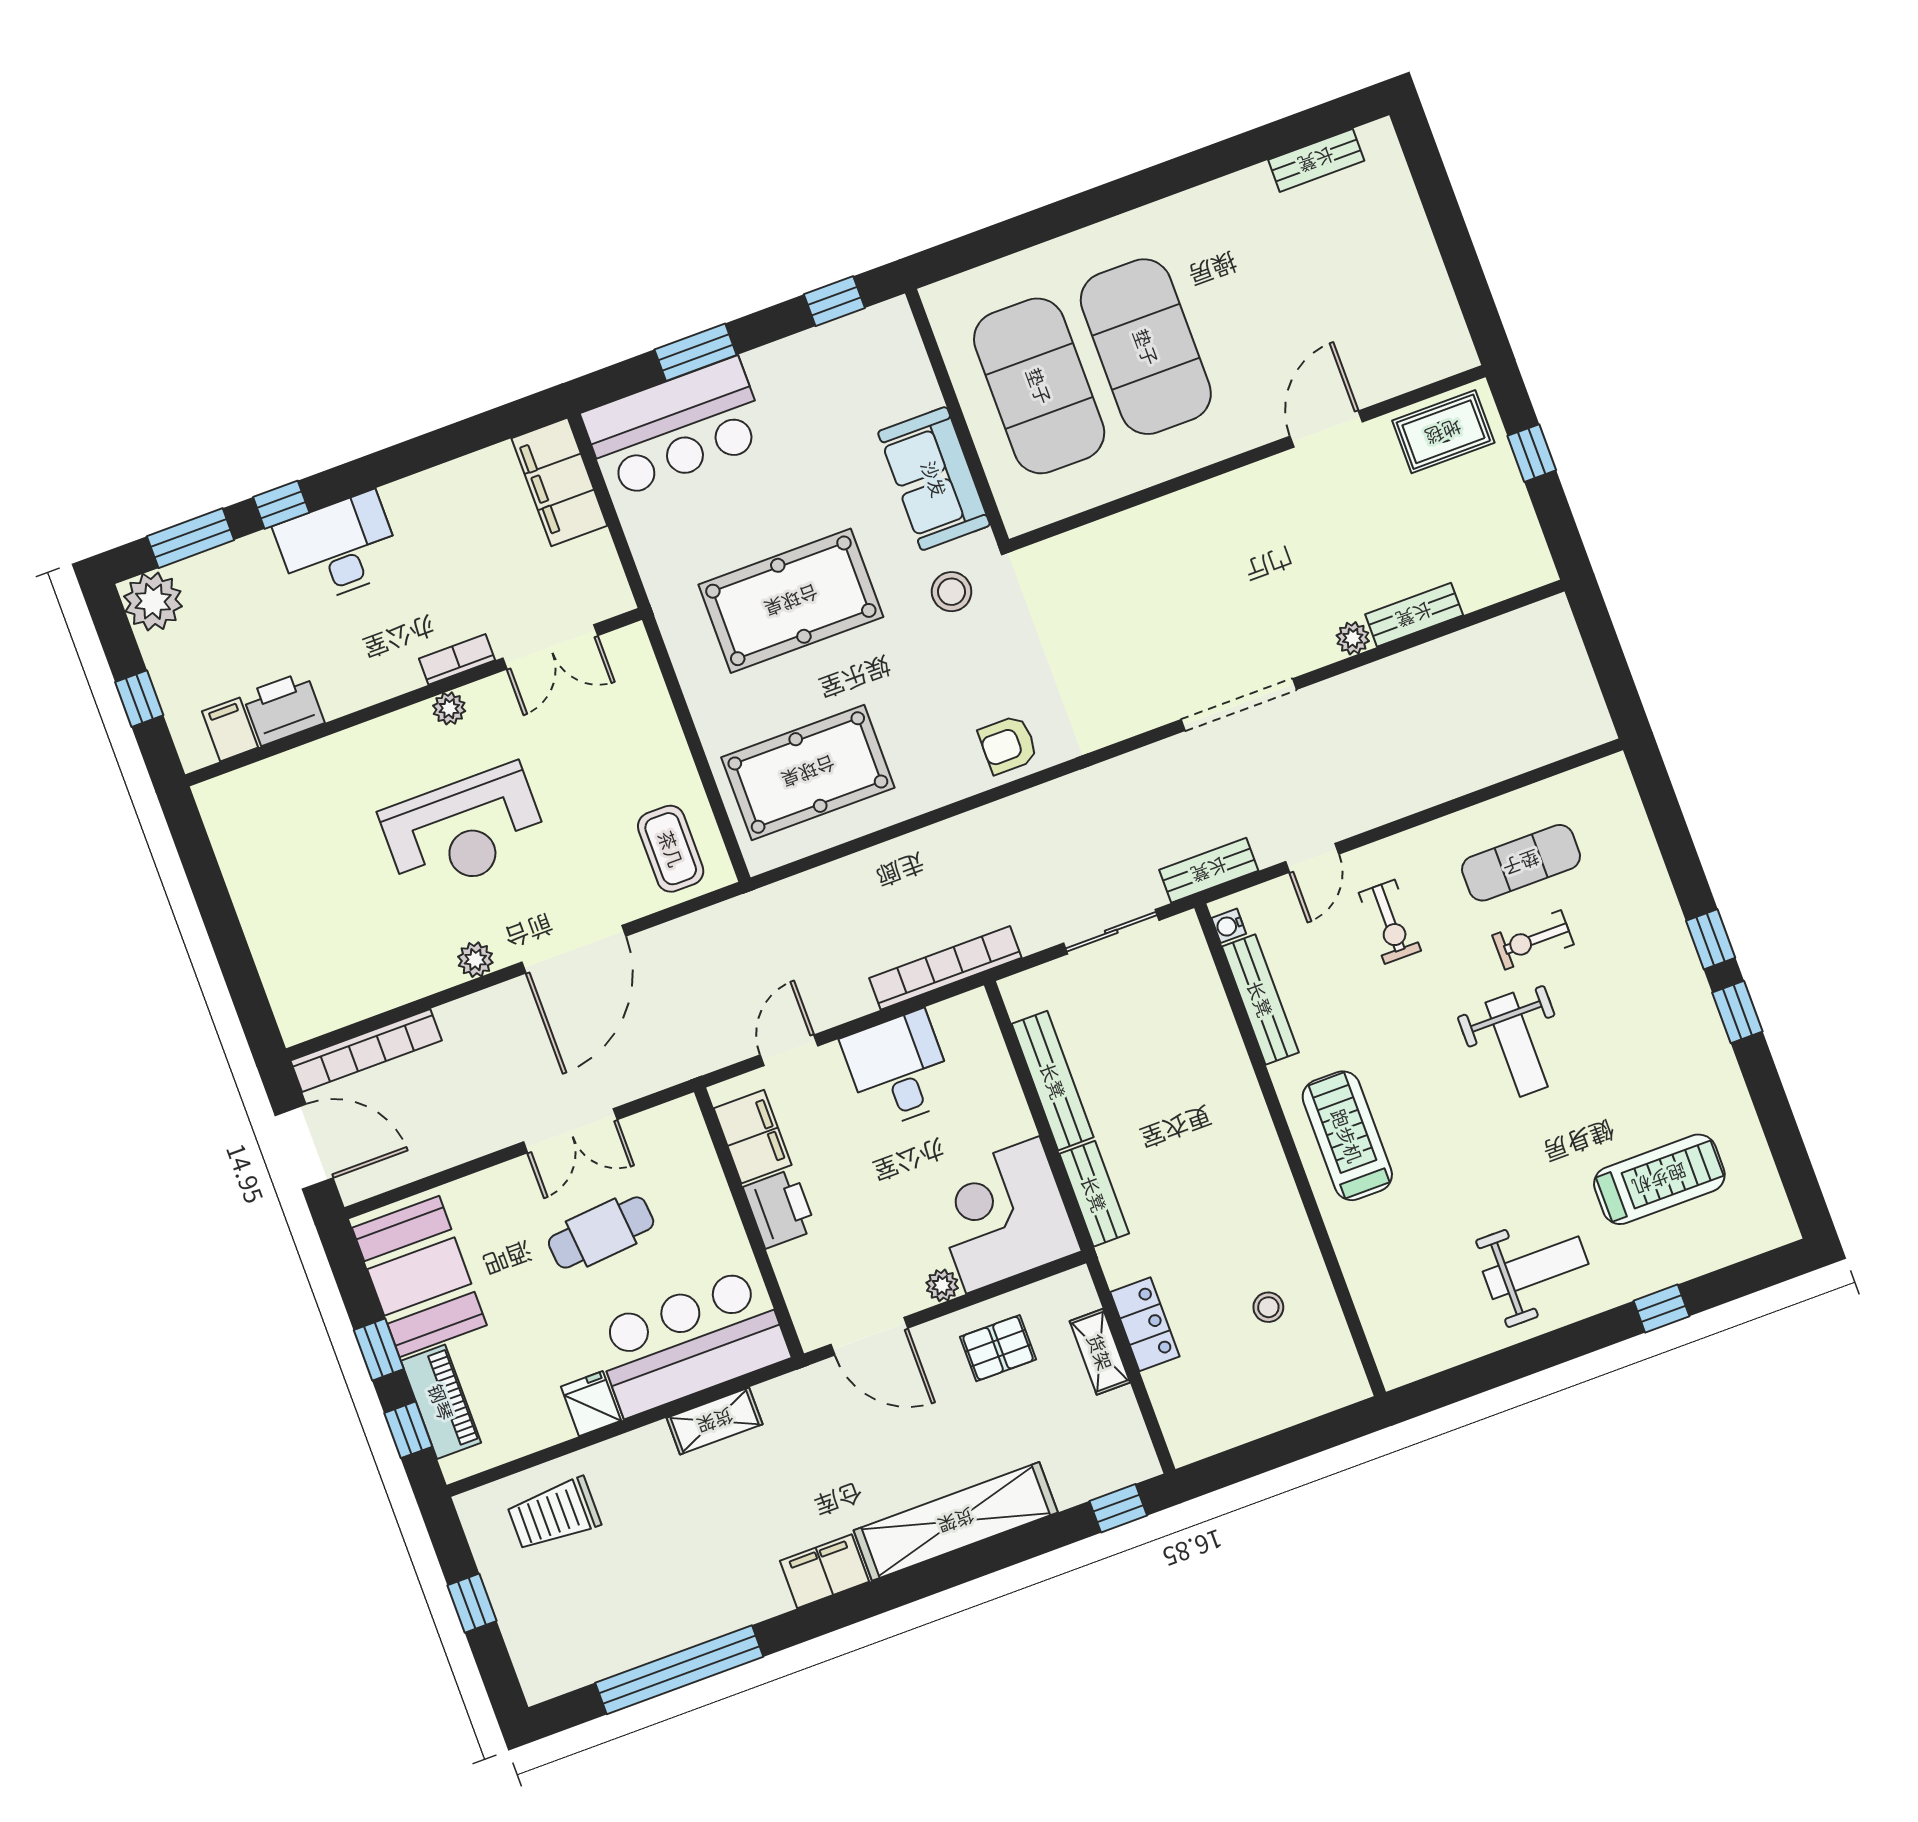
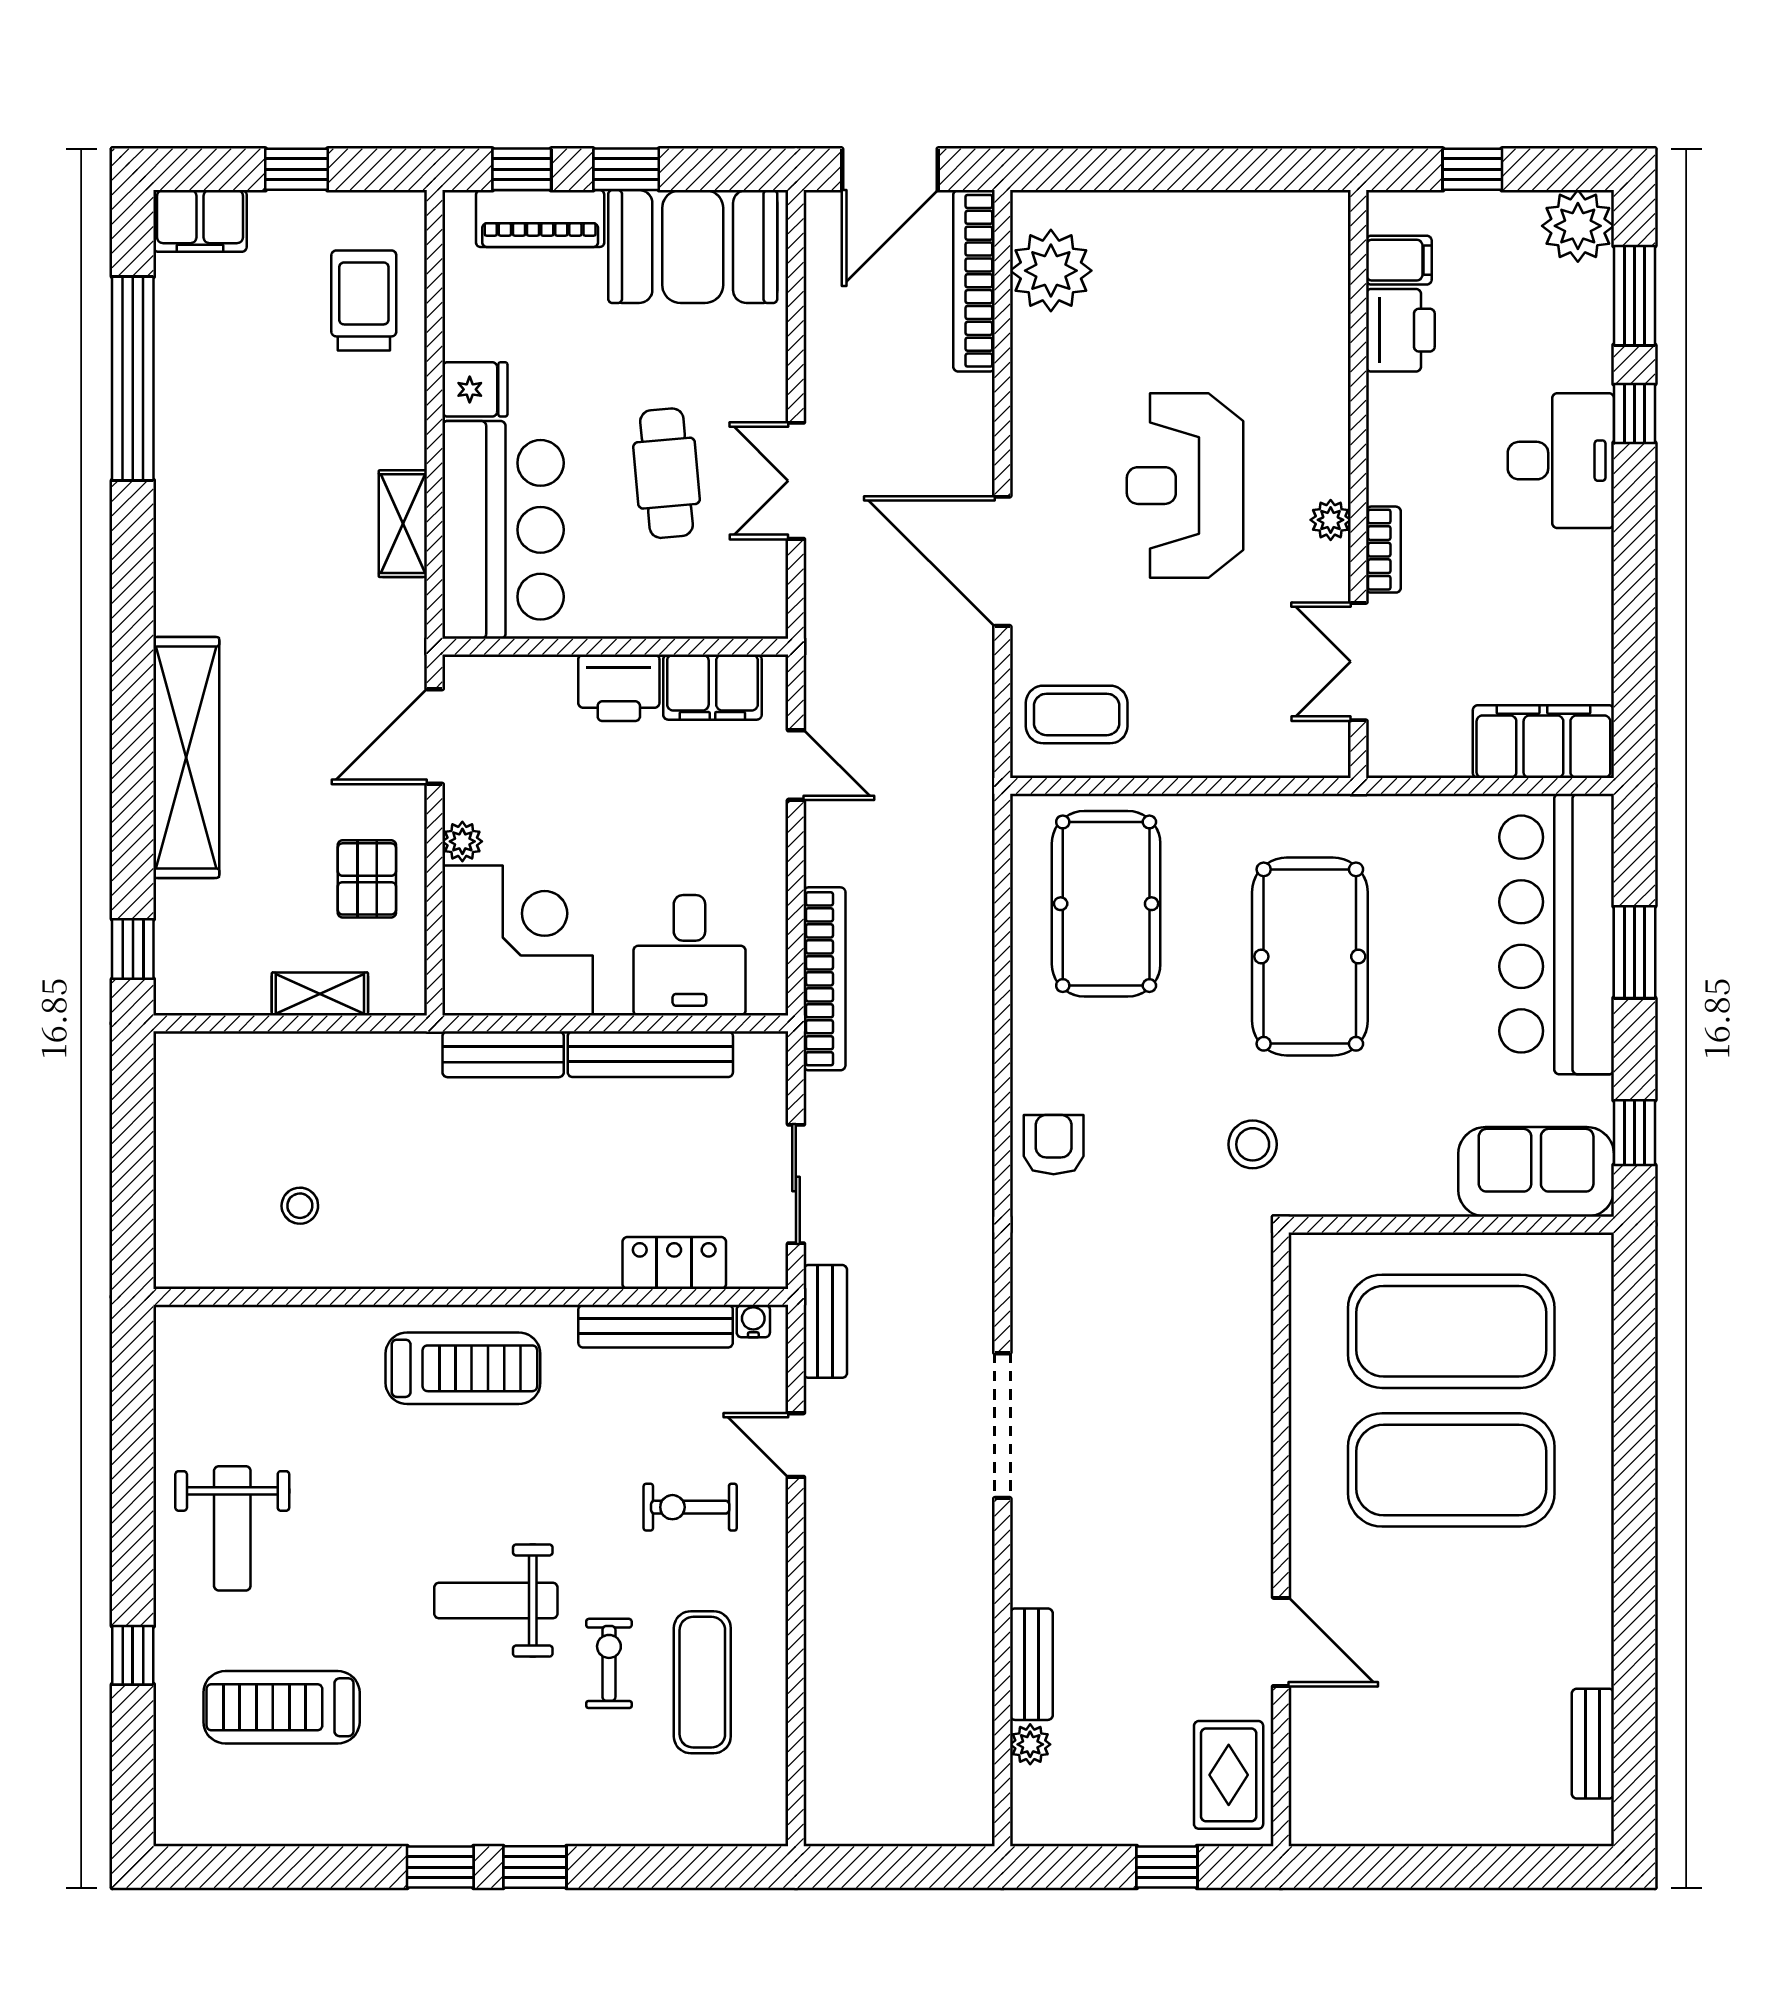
bar counter: (675, 428) -> (1557, 934), width x1.36
sofa: (934, 479) -> (1536, 1172), moved
plant: (1353, 638) -> (1030, 1744), moved
plant: (475, 960) -> (1051, 271), moved, width x1.87, depth x1.87
desk: (898, 1069) -> (689, 955), moved, turned 90
treadmill: (1659, 1179) -> (282, 1707), turned 90
locker: (1145, 1324) -> (674, 1263), moved, turned 180
filing cabinet: (824, 1571) -> (200, 221), moved, turned 90

